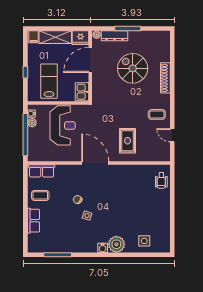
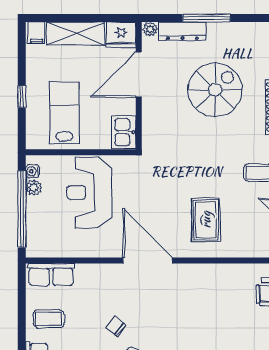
spiral stairs: (133, 68) -> (215, 90), turned 90
reception desk: (63, 125) -> (89, 193), turned 180

